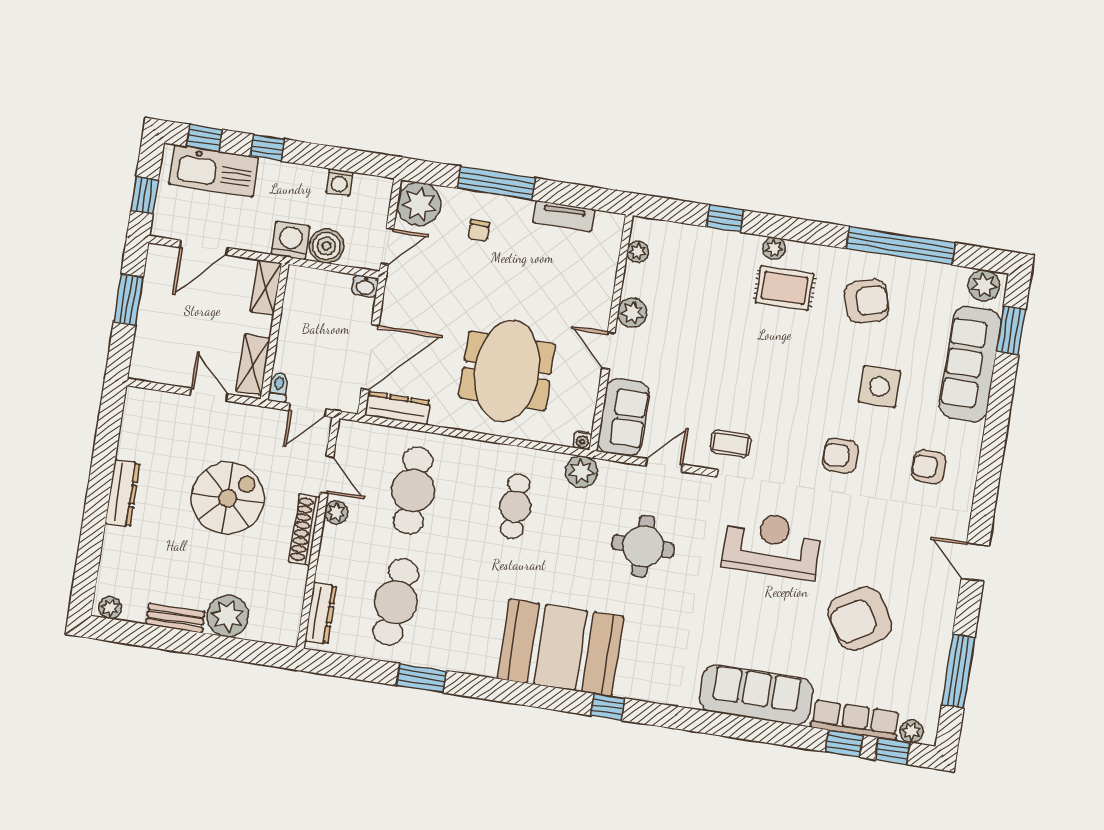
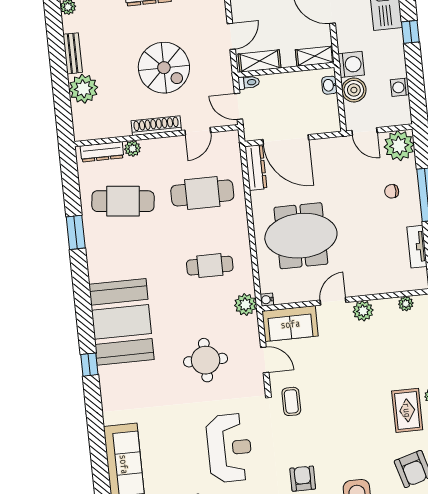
washbasin: (365, 286) -> (329, 85), moved
plant: (336, 512) -> (133, 149), moved

